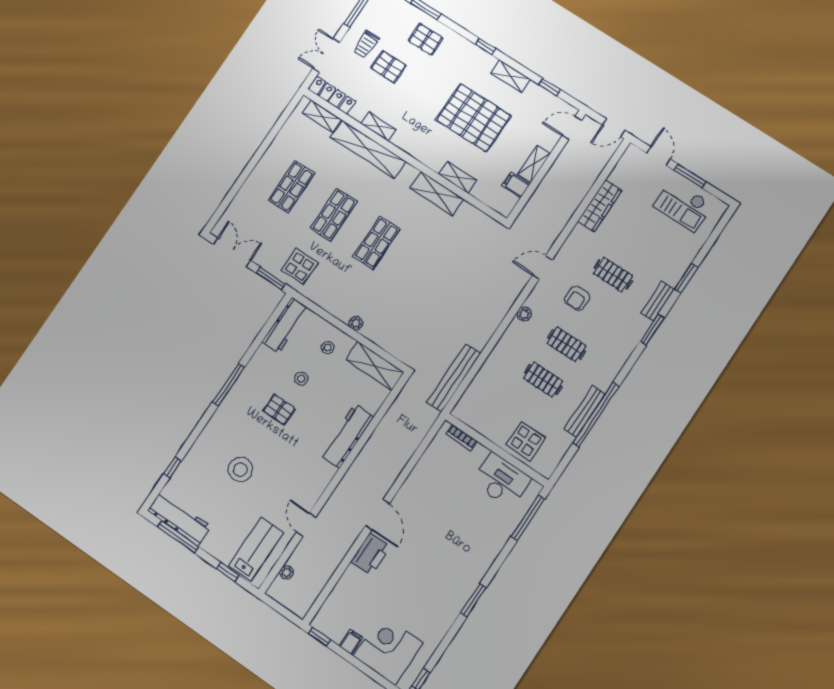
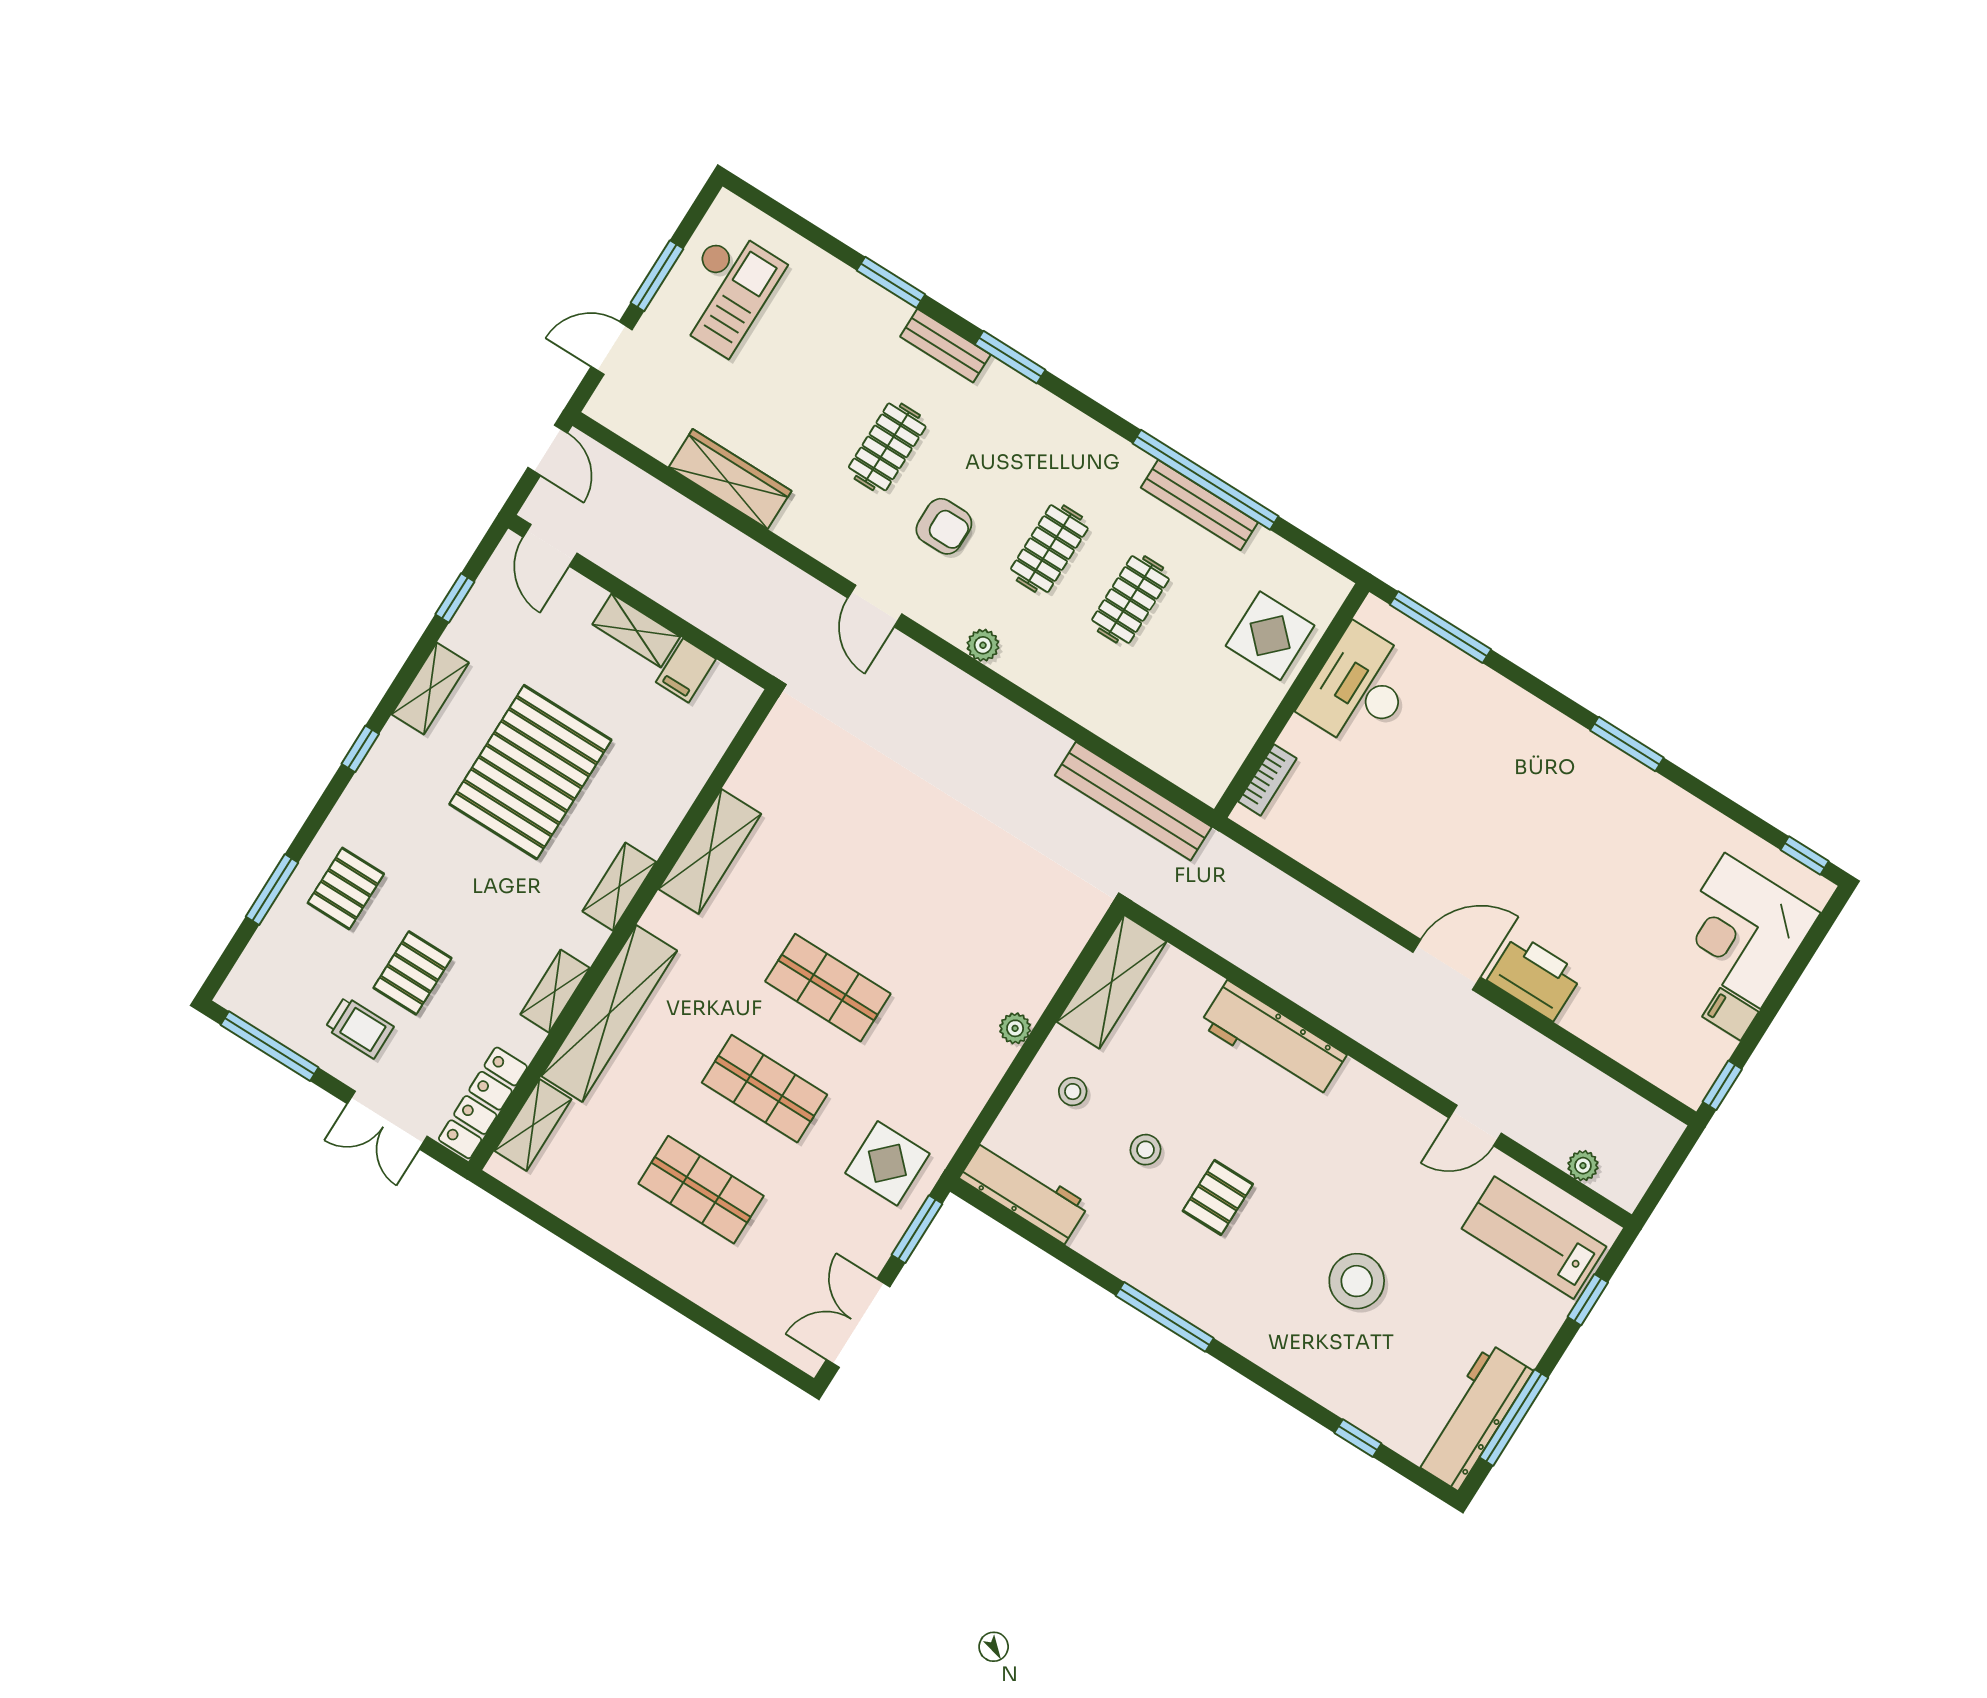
shelving: (458, 177) -> (619, 887), moved

